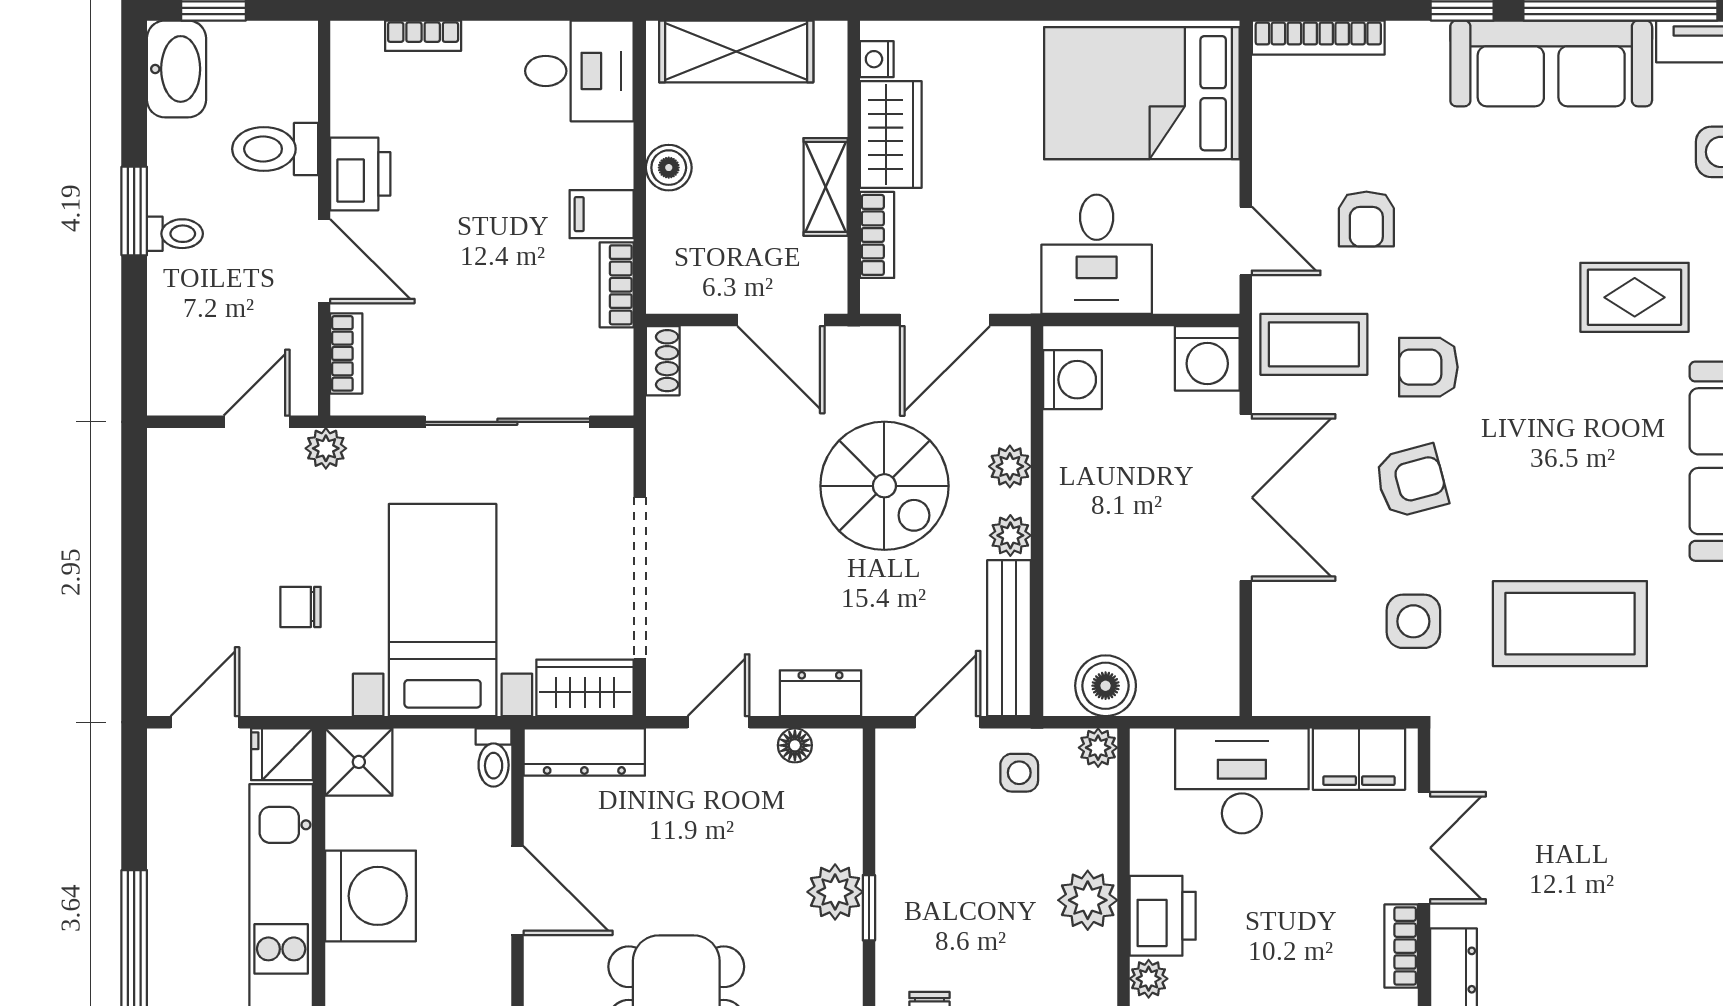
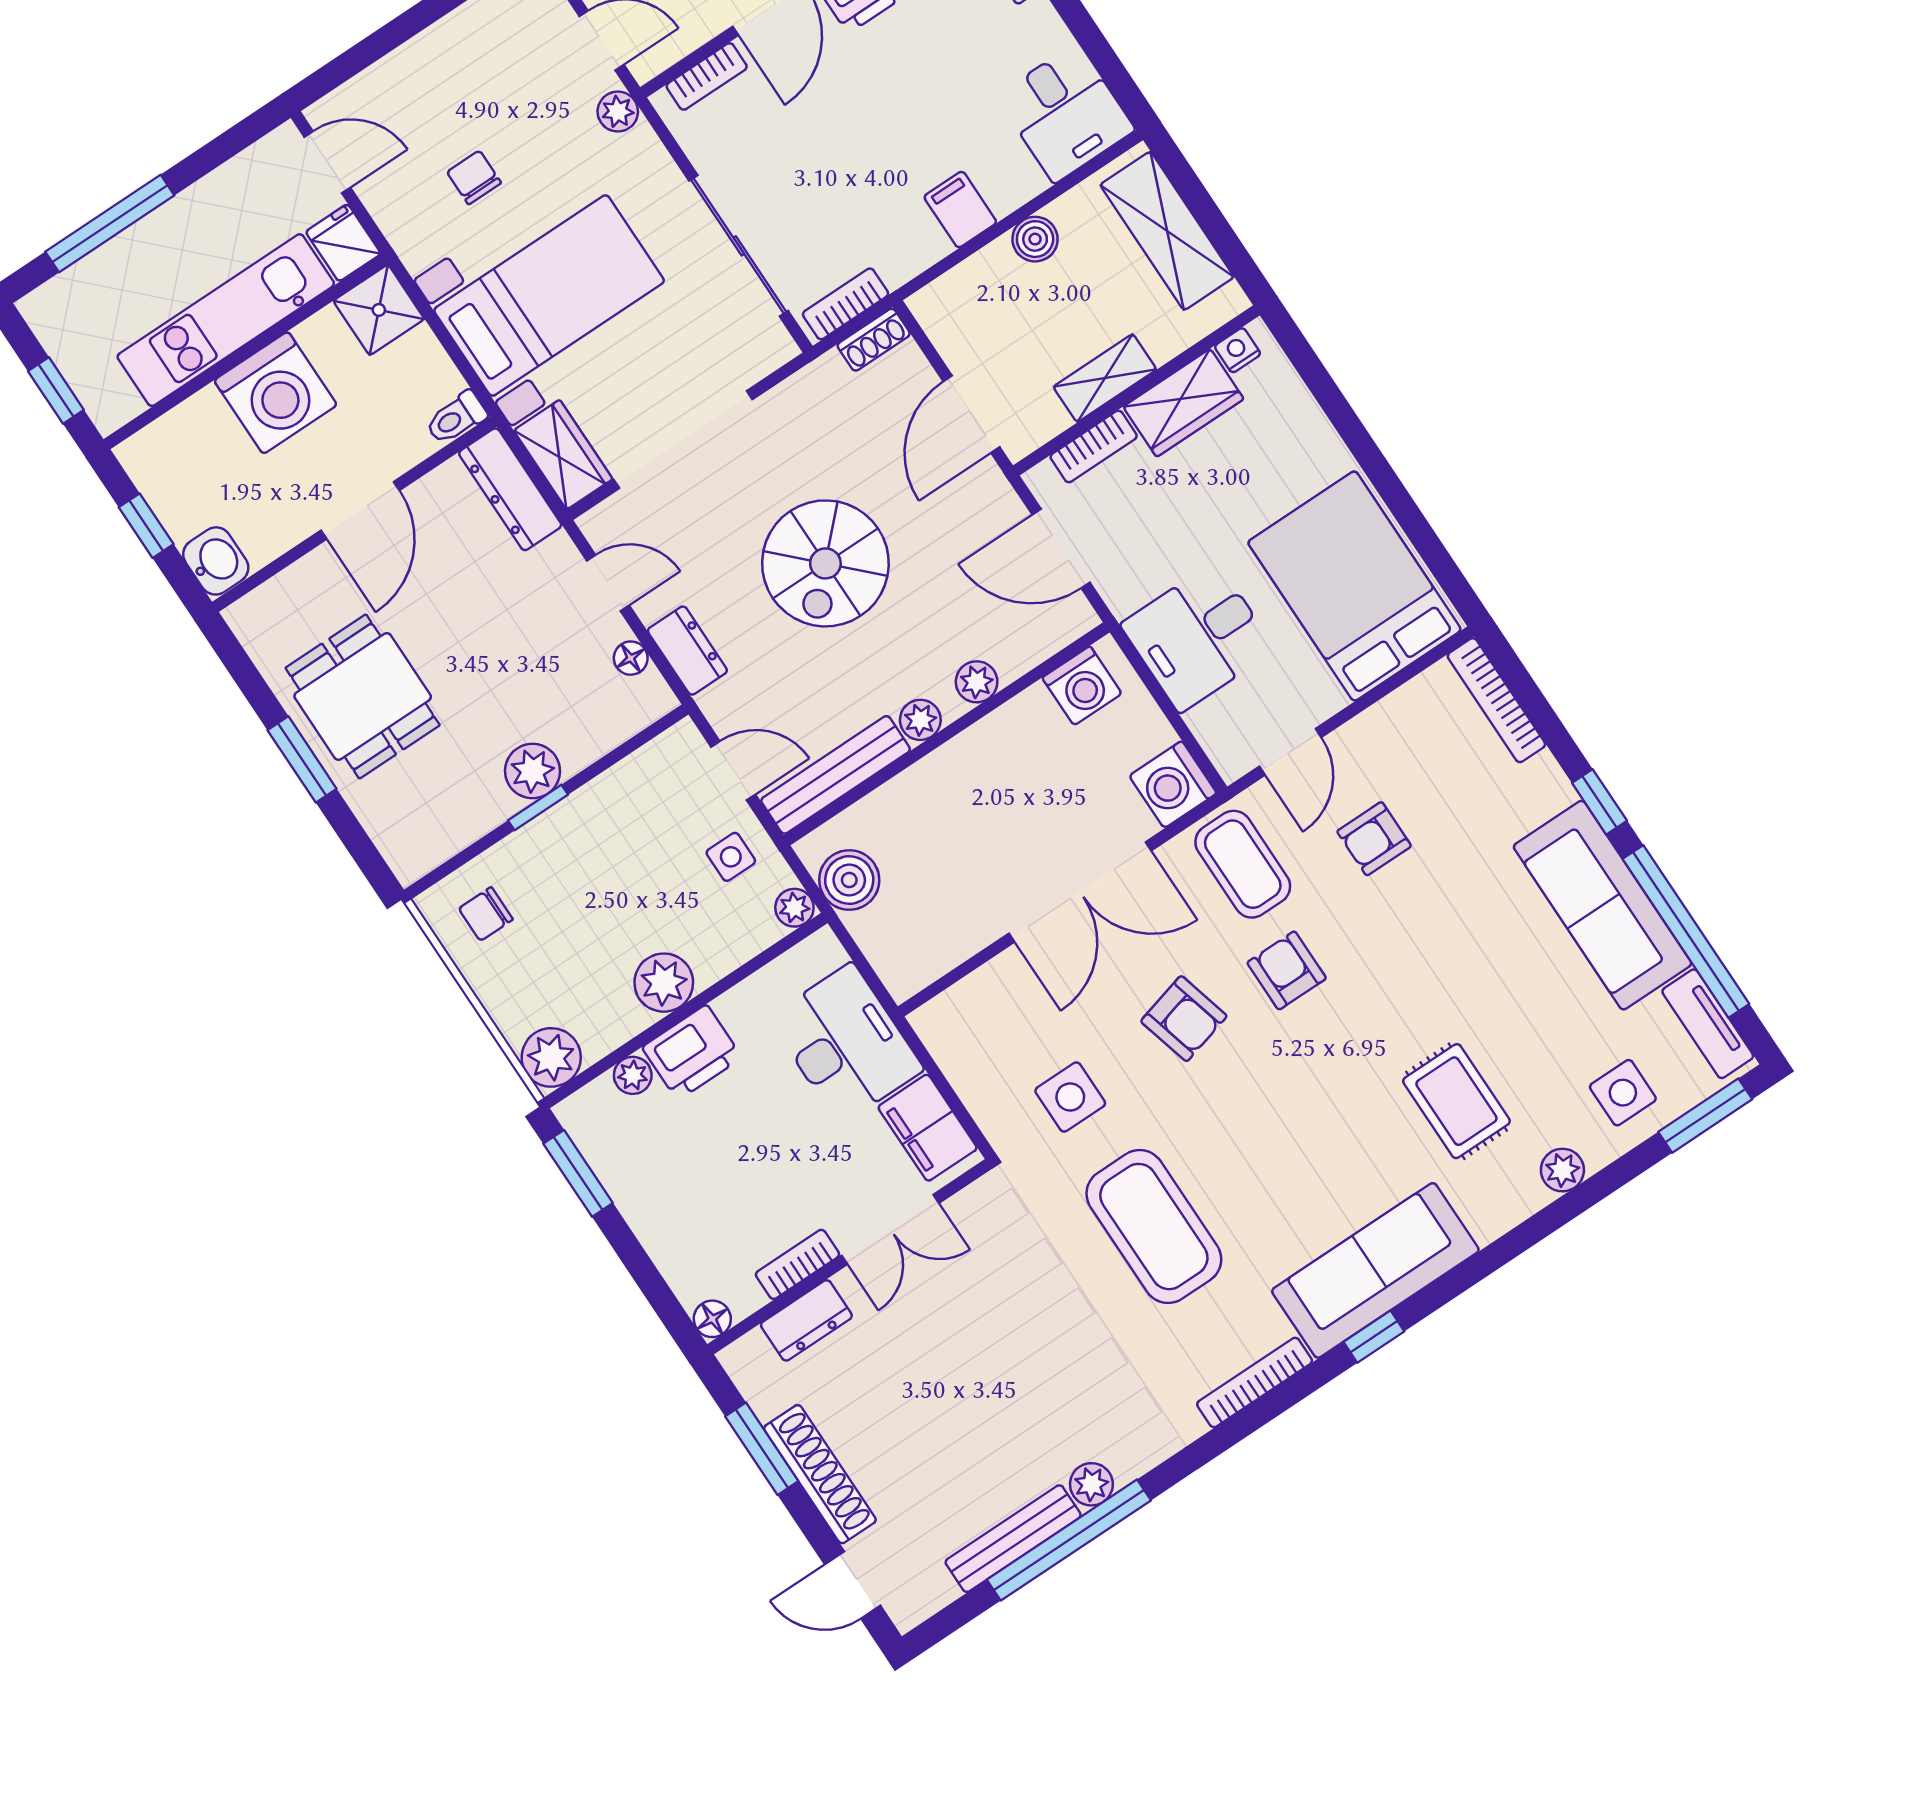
bookcase: (617, 285) -> (846, 304), moved
spiral stairs: (884, 486) -> (825, 563), moved

